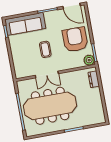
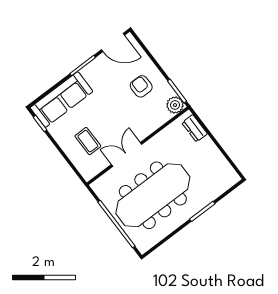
armchair: (75, 40) -> (141, 86), width x0.53, depth x0.53
coffee table: (45, 49) -> (88, 141), moved
double door: (47, 75) -> (127, 154), swing flipped

